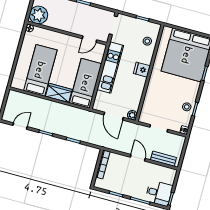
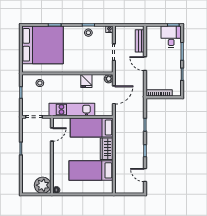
door: (90, 39) -> (52, 134), hinge flipped
fridge: (142, 70) -> (86, 81), moved
door: (138, 158) -> (145, 64), hinge flipped

